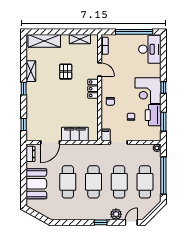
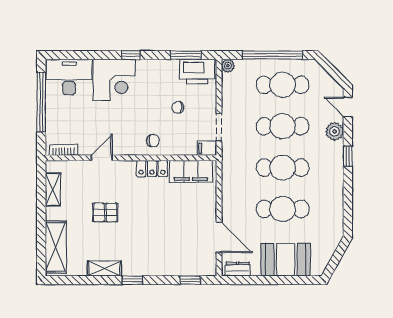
locker: (93, 89) -> (152, 168), moved
corner desk: (148, 91) -> (114, 80), moved
printer: (153, 115) -> (197, 72), moved
filing cabinet: (75, 134) -> (191, 171), moved, turned -90

